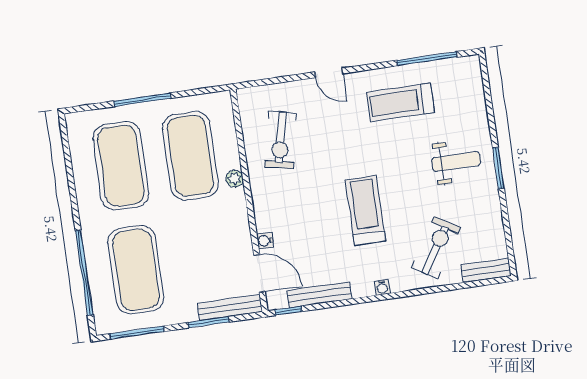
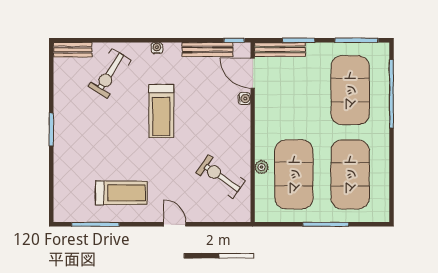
exercise bike: (281, 140) -> (221, 177), turned -67
weight bench: (456, 162) -> (84, 139), removed
plant: (235, 179) -> (262, 167), moved

